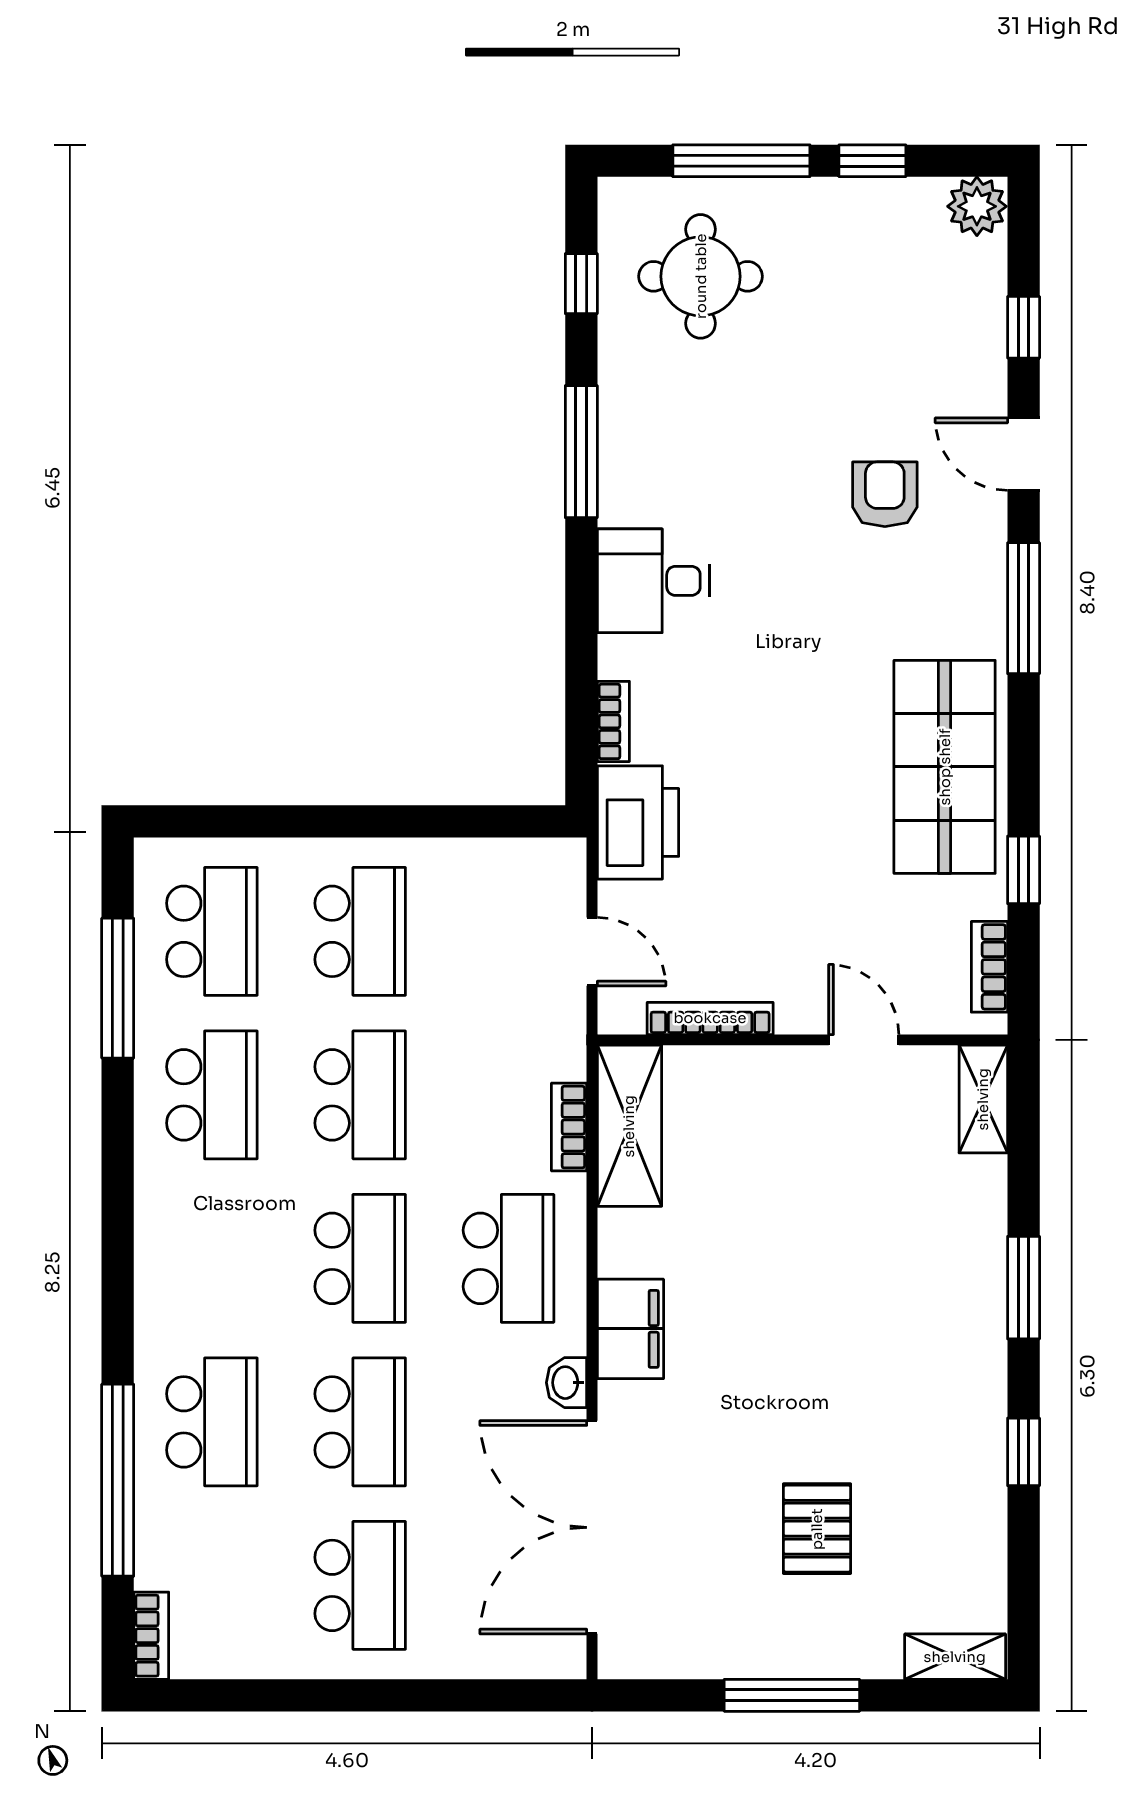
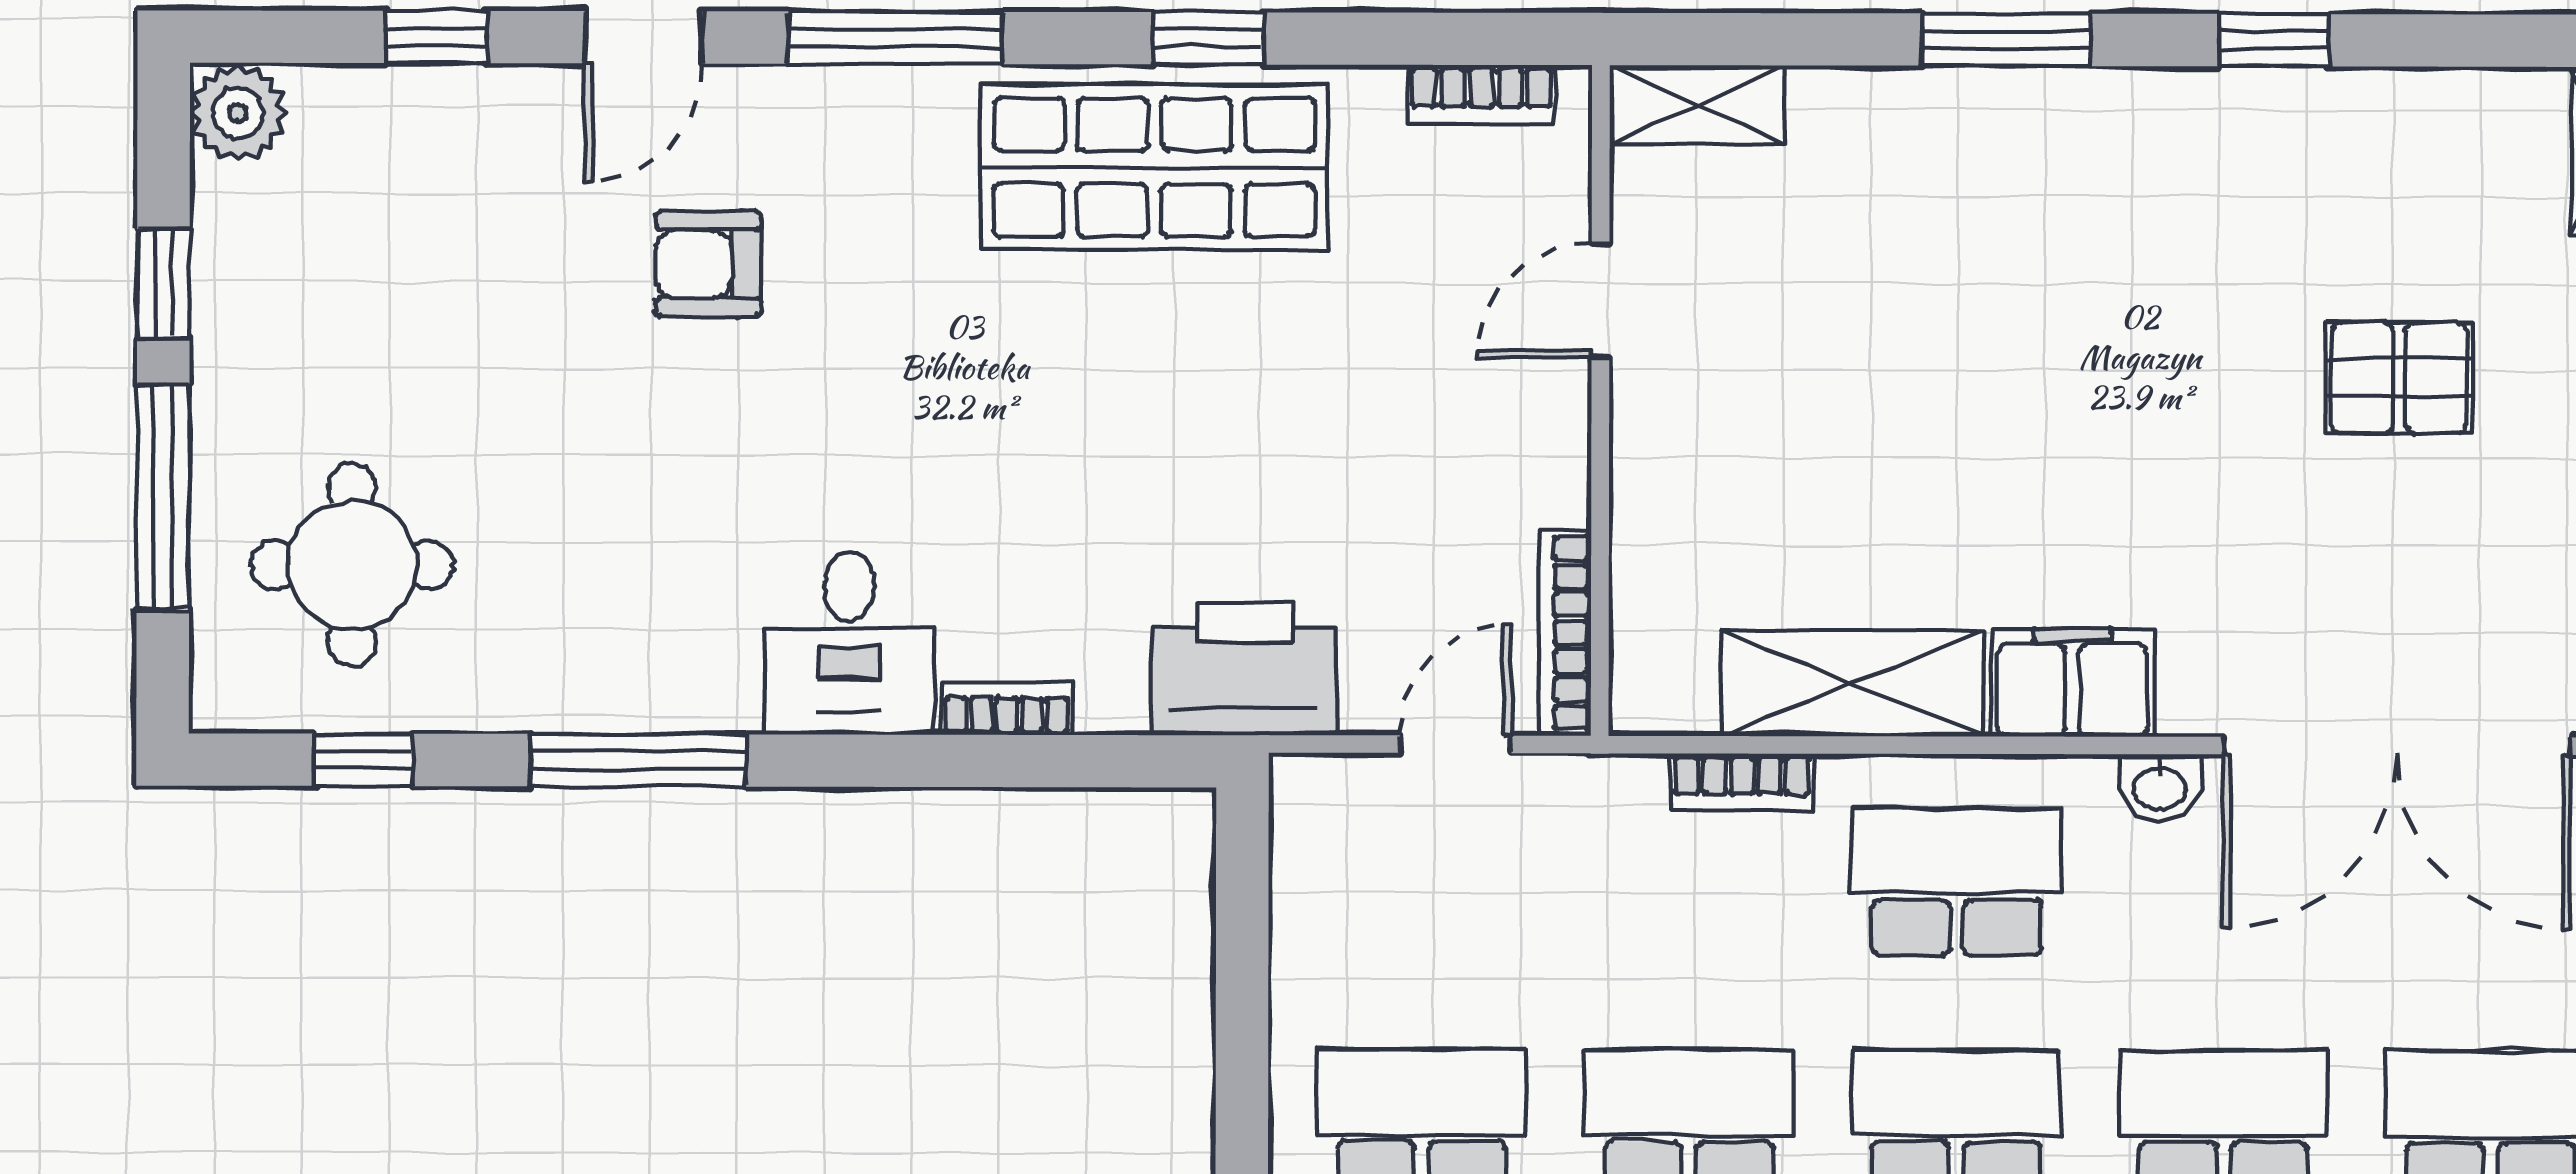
bookcase: (613, 721) -> (1007, 709), moved
window: (1024, 870) -> (1208, 38), moved
bookcase: (710, 1018) -> (1565, 633), moved
shelving: (629, 1126) -> (1852, 684), moved

